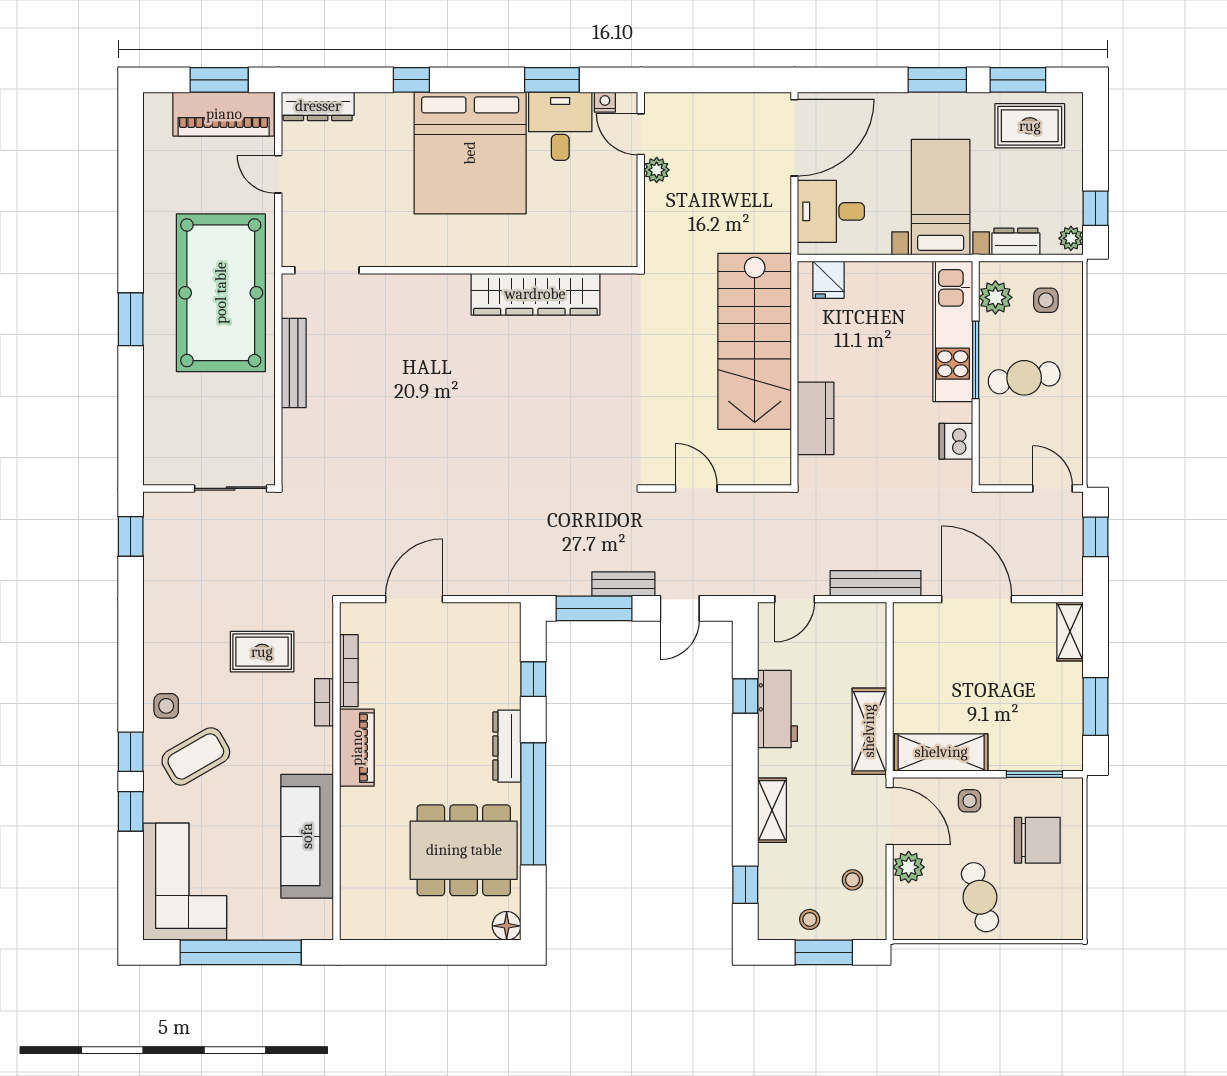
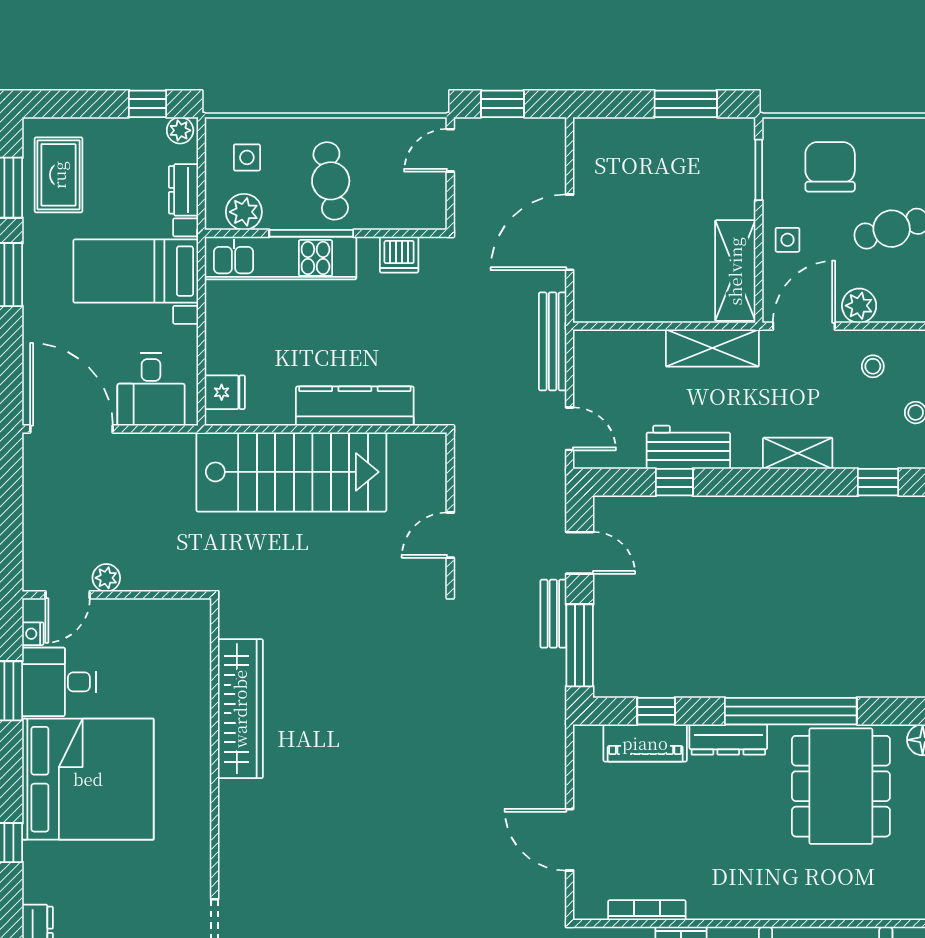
kitchen counter: (816, 418) -> (355, 406), width x1.50
shelving: (1070, 632) -> (605, 131), removed
piano: (357, 748) -> (645, 743), moved, turned 180

